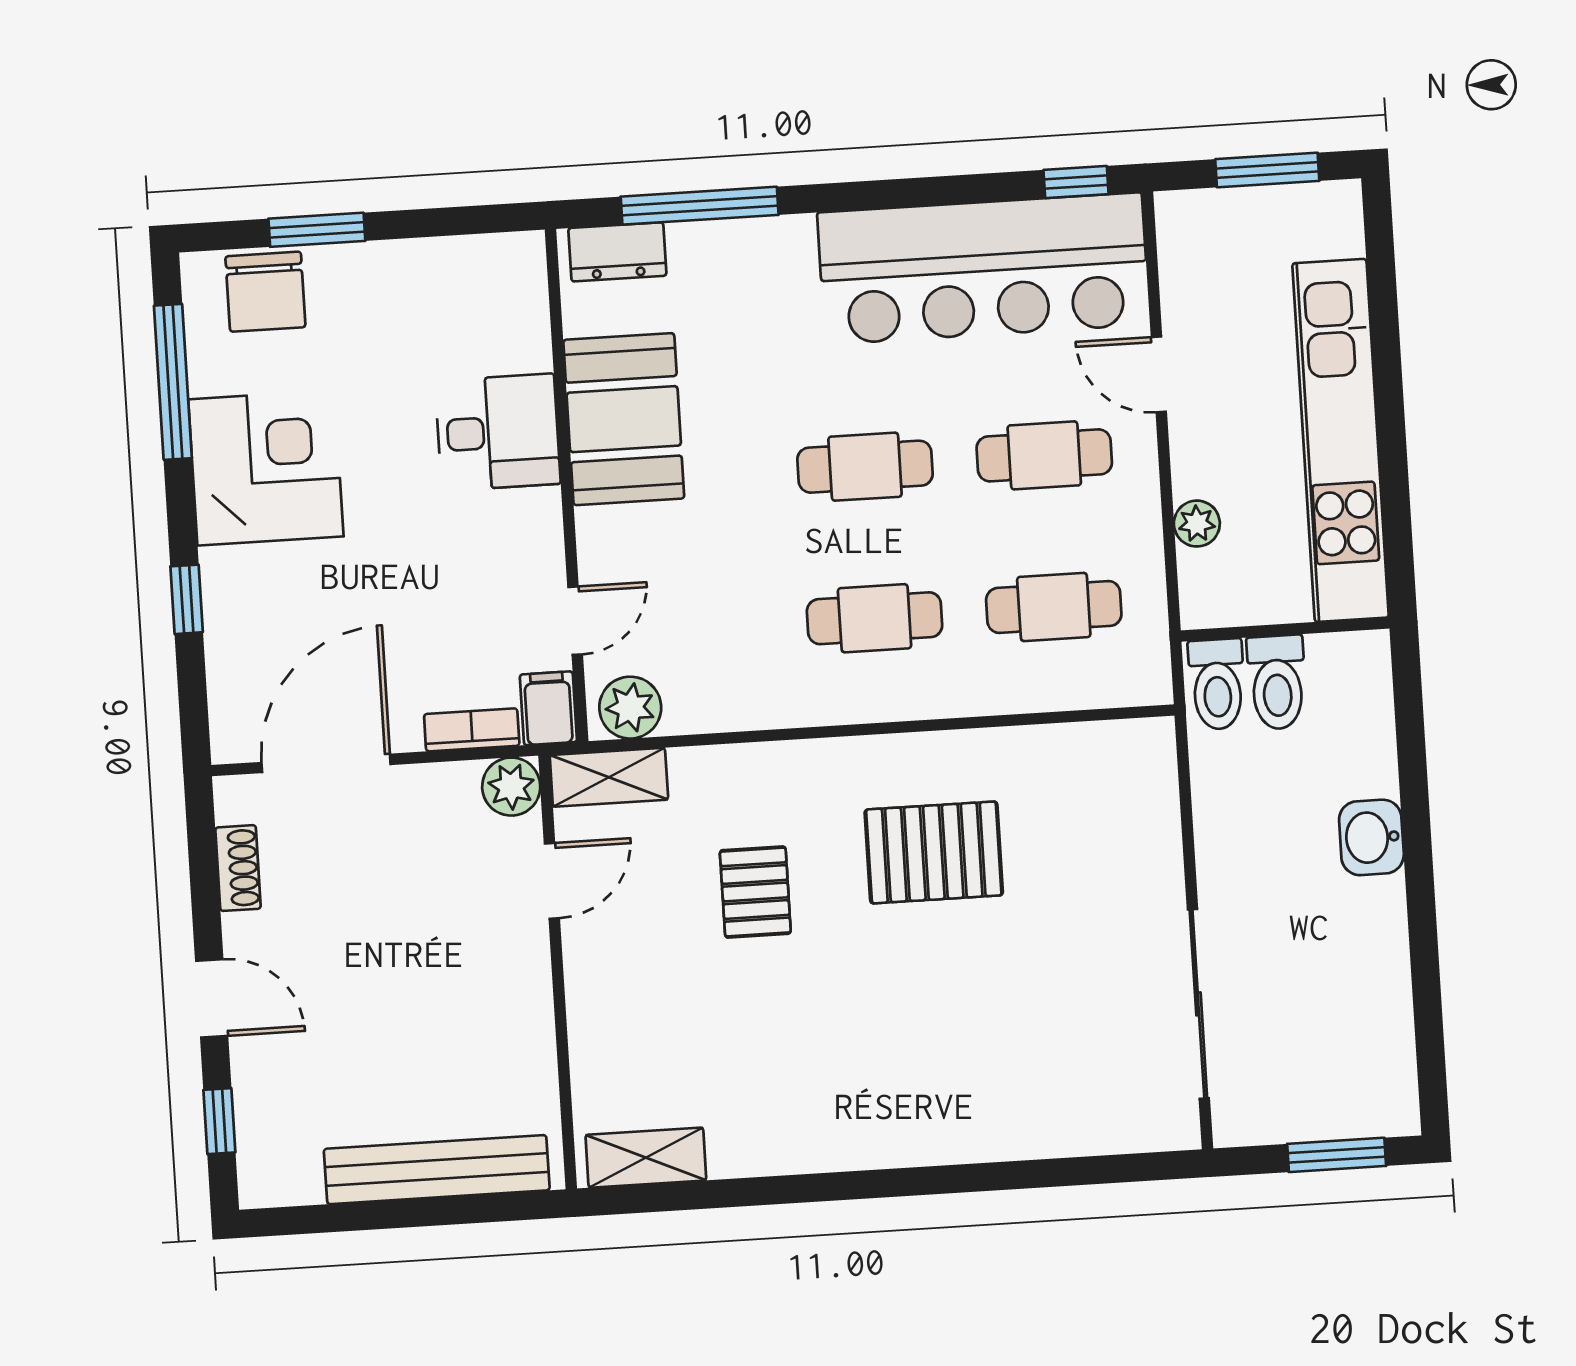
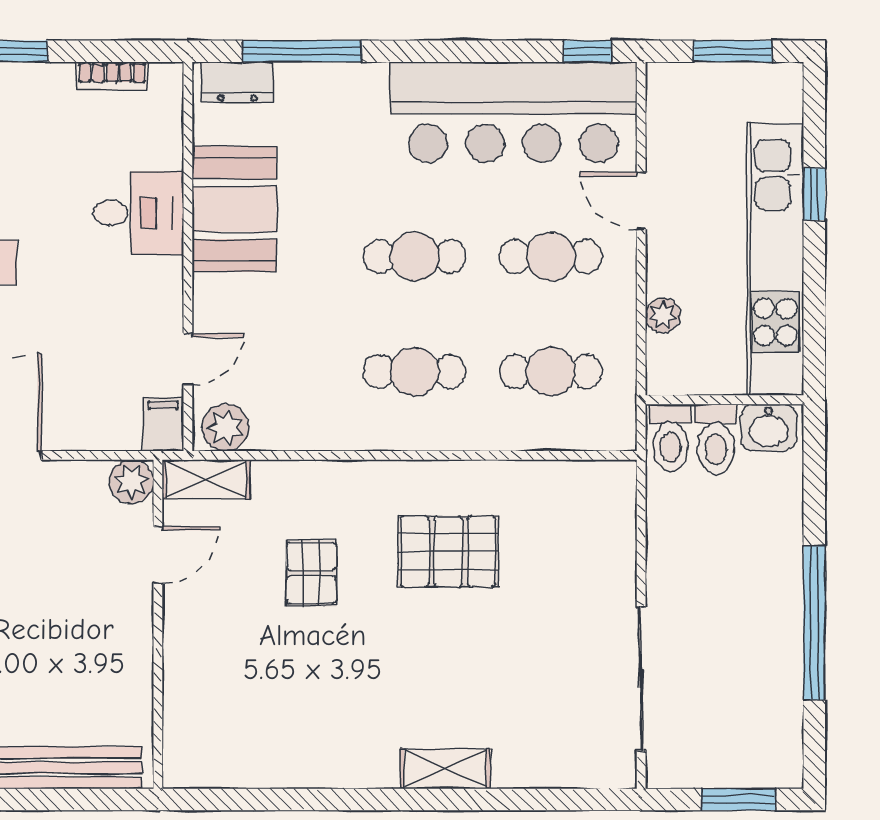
window: (1386, 352) -> (814, 194), added
bookcase: (472, 730) -> (112, 76), moved, turned 180
washbasin: (1371, 837) -> (769, 428), moved, turned -90
window: (1422, 915) -> (814, 622), added
shelving: (646, 1158) -> (445, 769), moved

